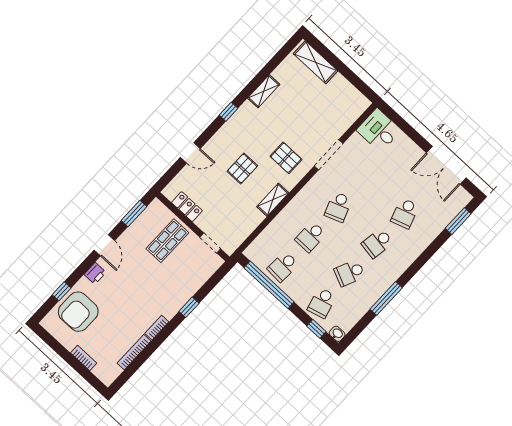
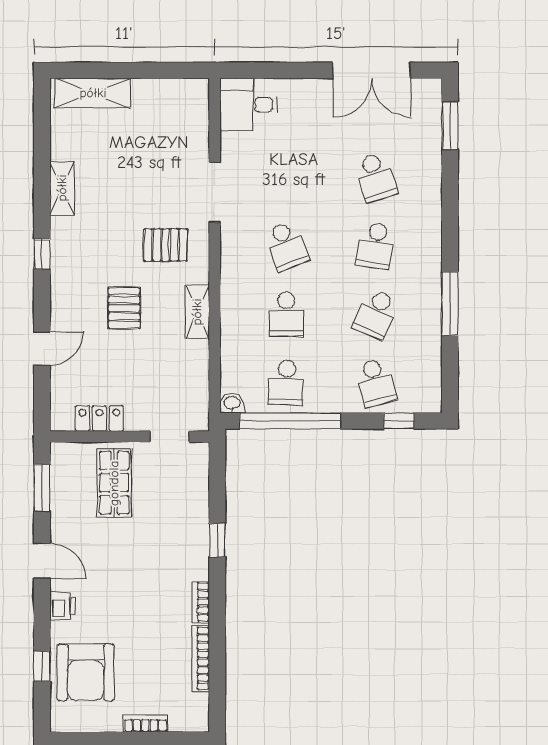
washbasin: (337, 334) -> (232, 403), moved

